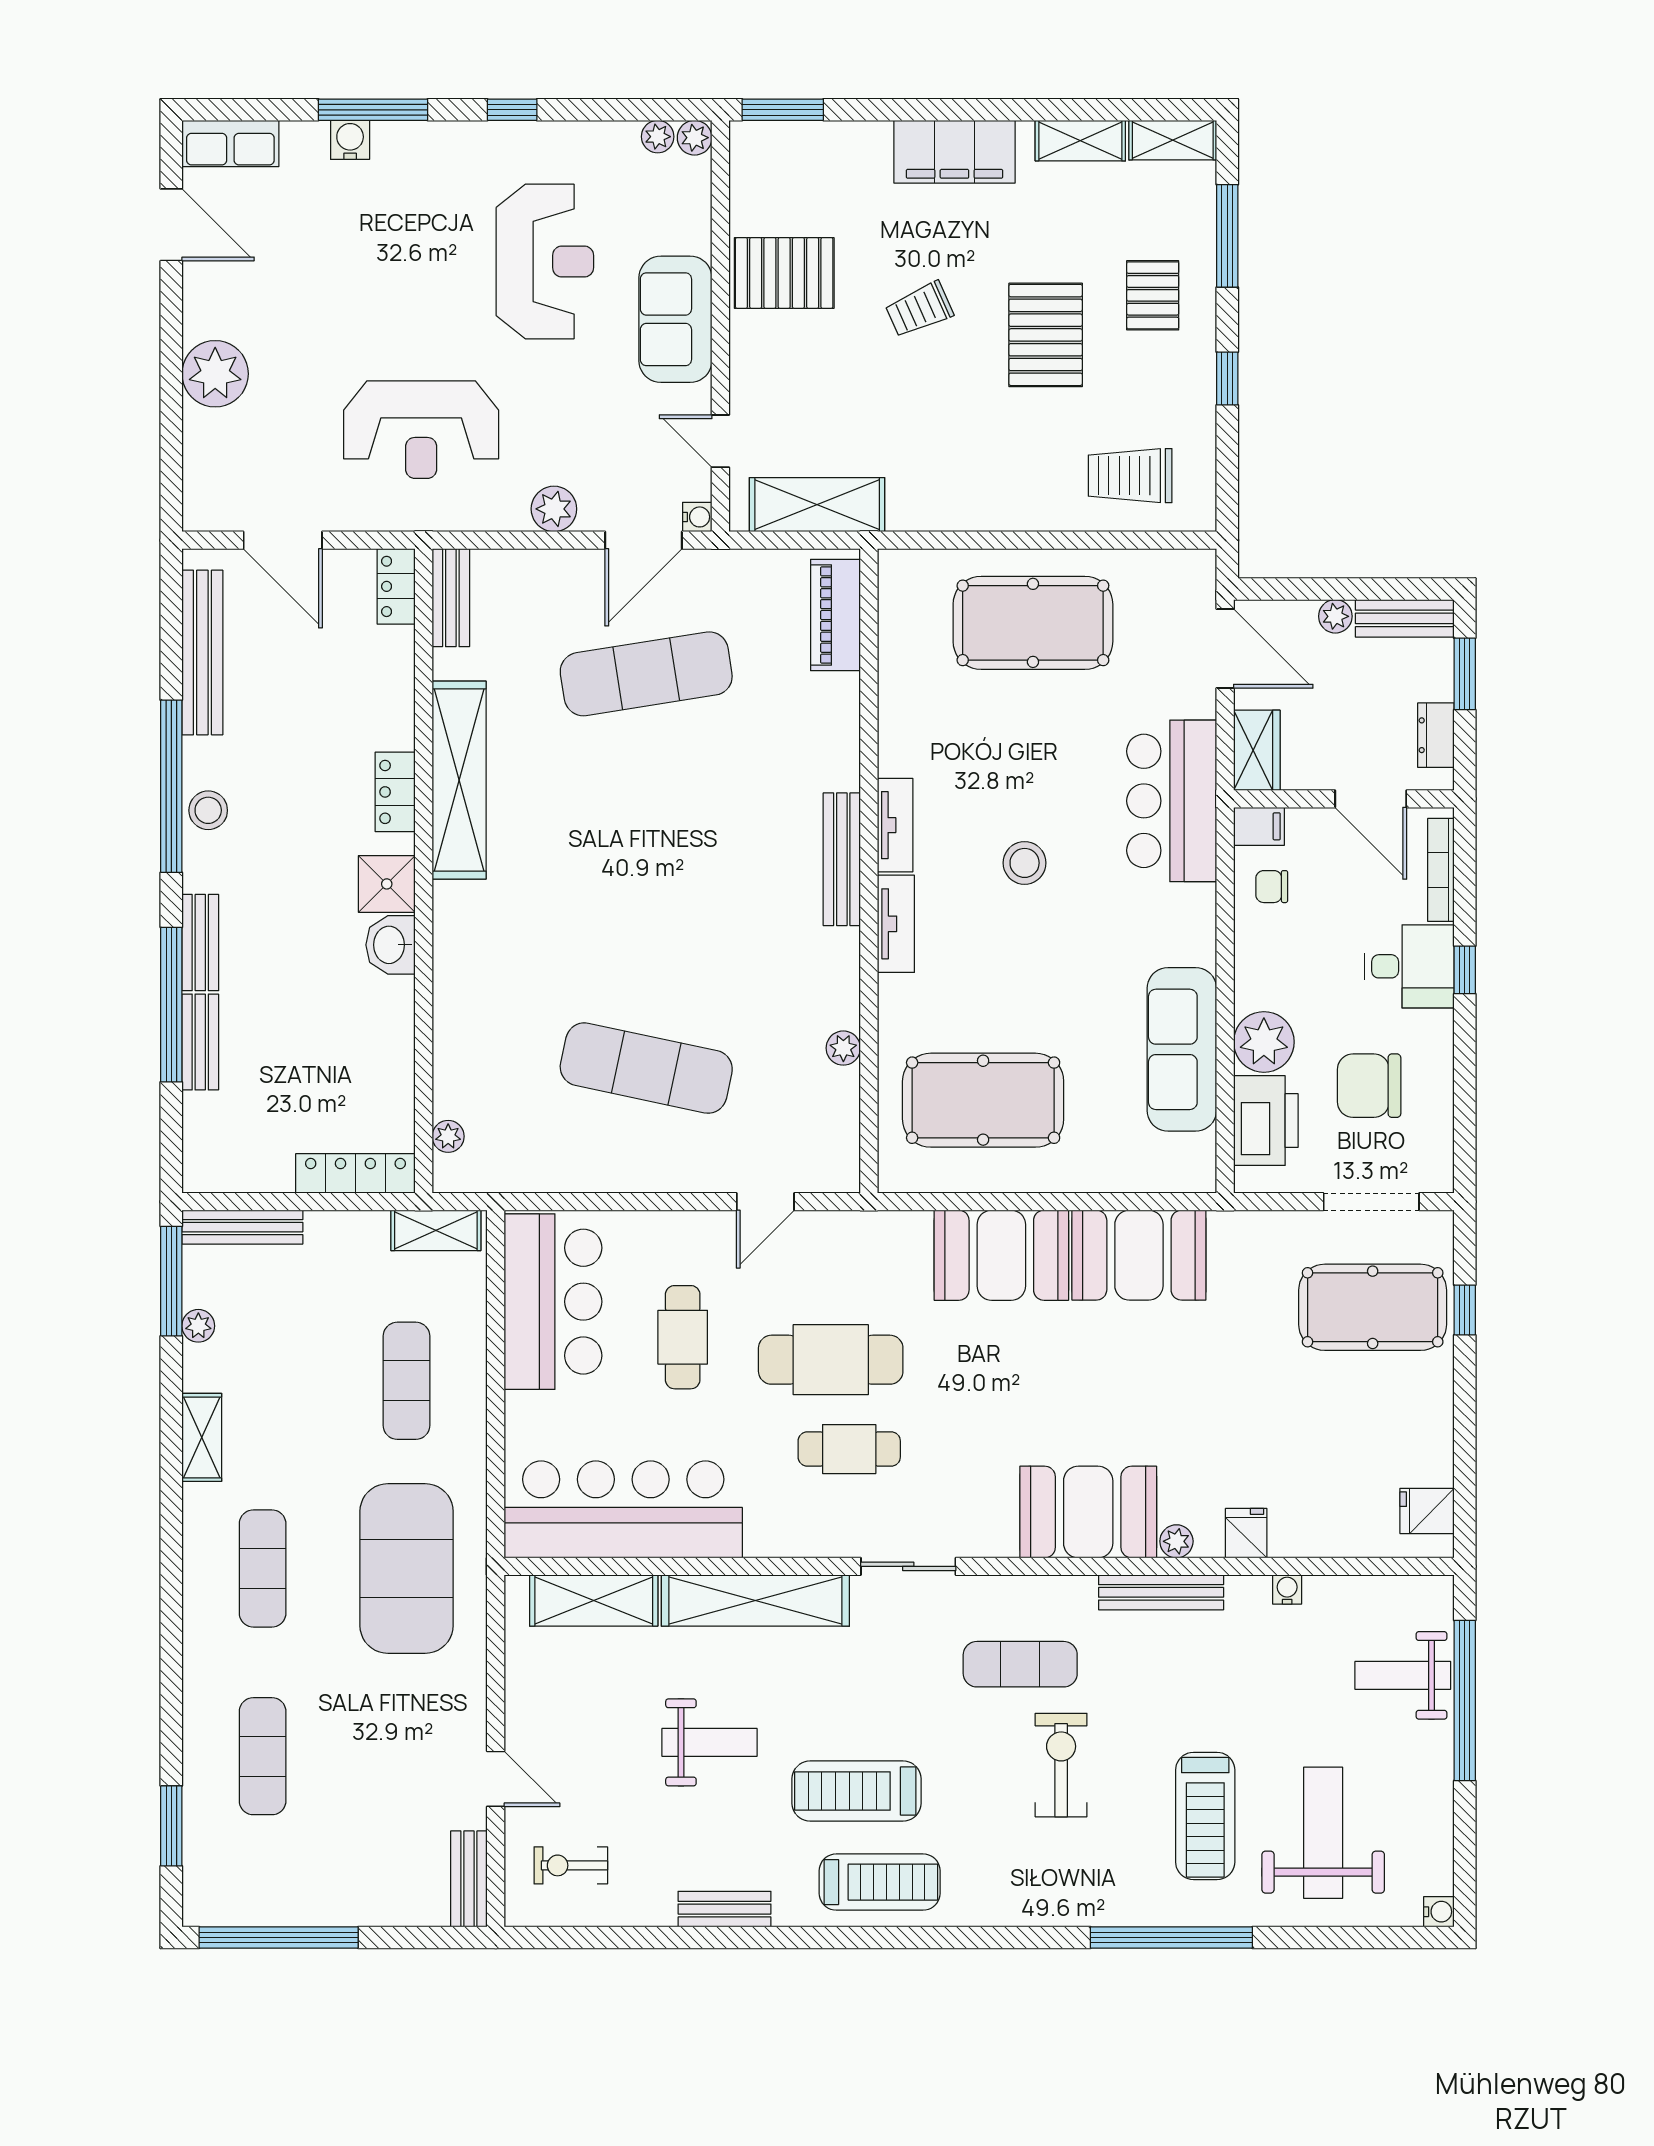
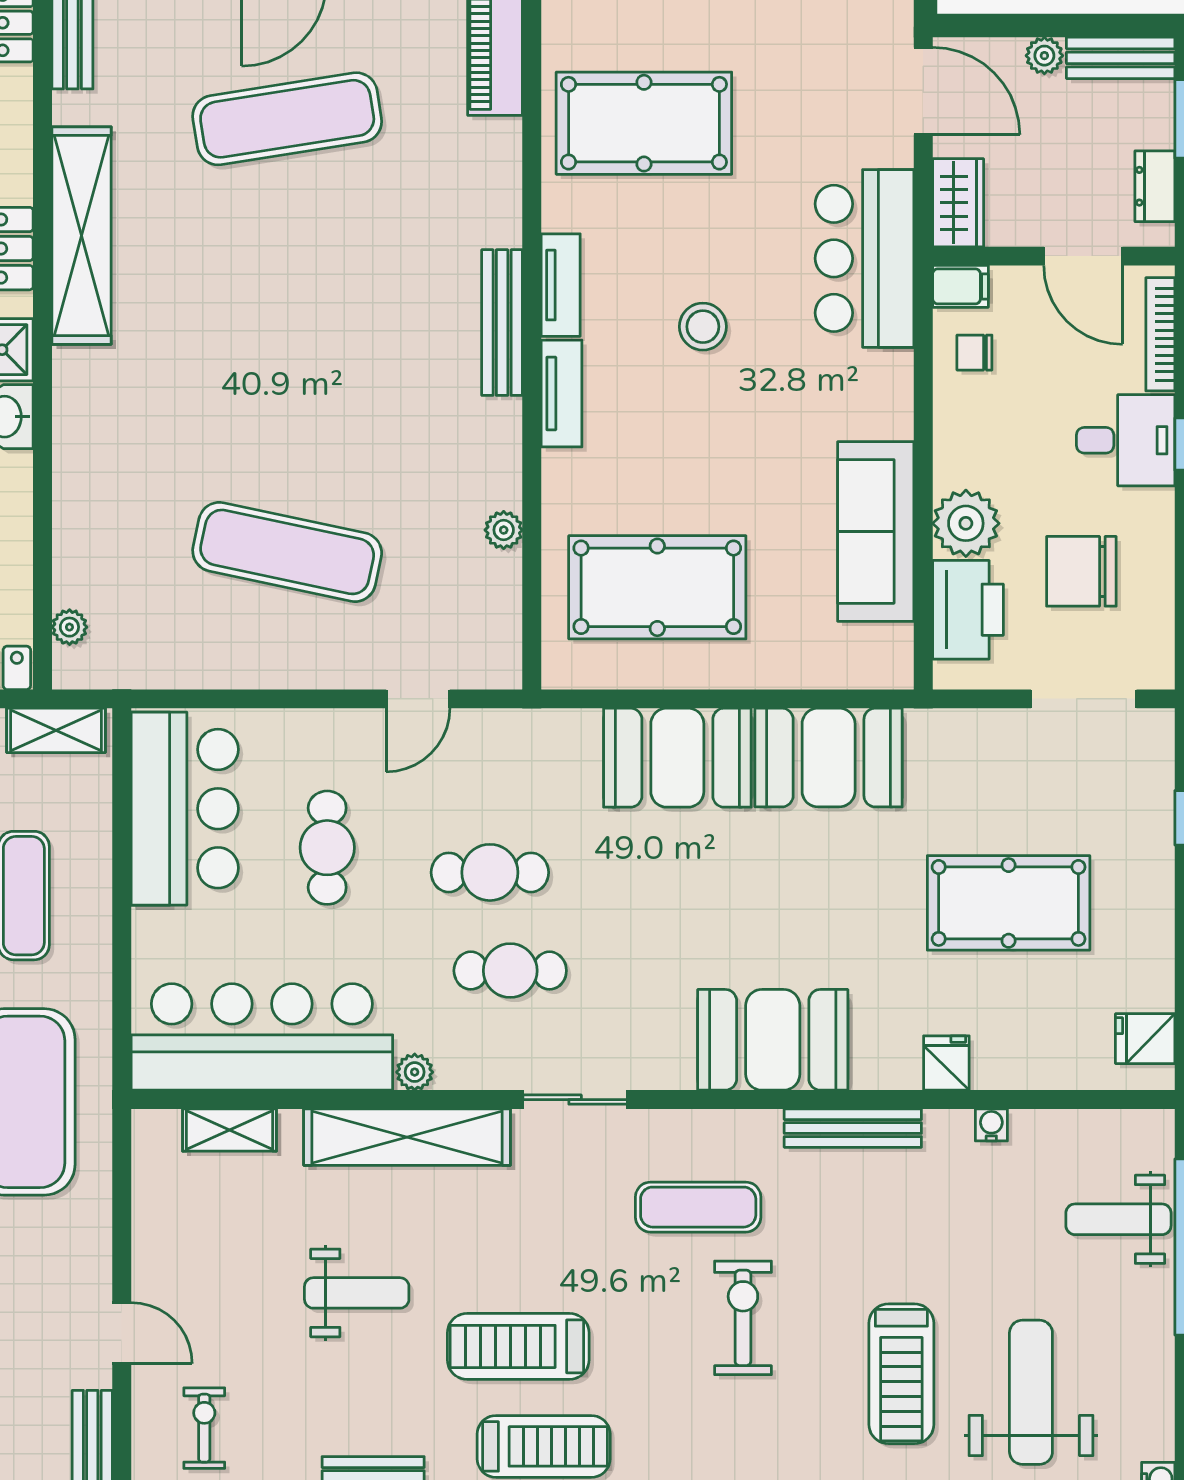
pool table: (1033, 623) -> (644, 123), moved
pool table: (1373, 1307) -> (1009, 903), moved
cafe table: (831, 1360) -> (490, 872), width x0.73, depth x0.74
plant: (1176, 1541) -> (415, 1072), moved
shelving: (594, 1600) -> (229, 1130), width x0.67, depth x0.75
exercise bike: (571, 1865) -> (204, 1428), turned 90

